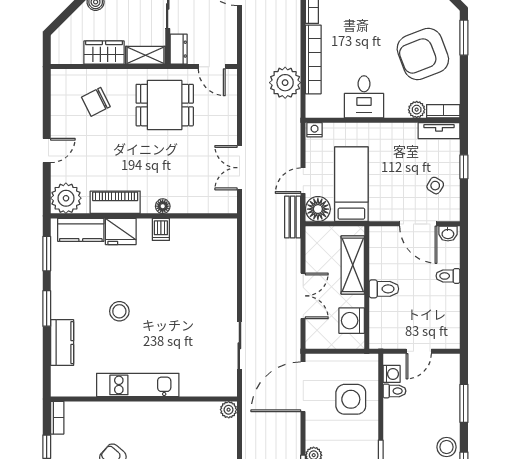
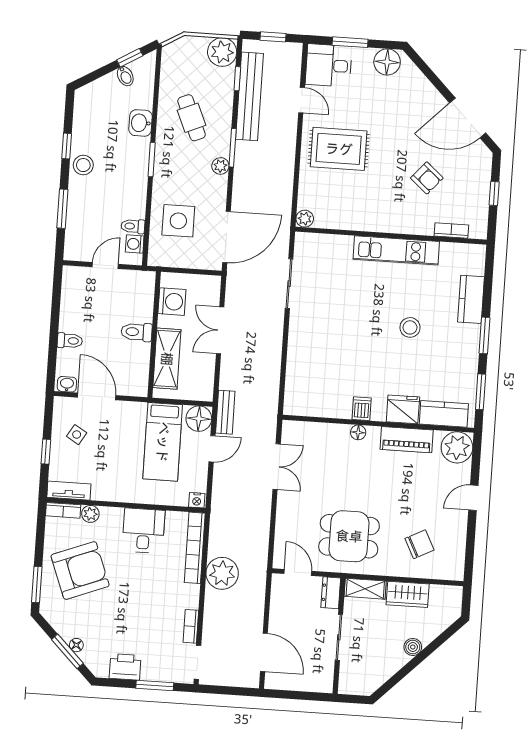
bookcase: (313, 59) -> (195, 548), moved
plant: (285, 83) -> (222, 573), moved
bookcase: (57, 418) -> (451, 230), moved, turned 90

